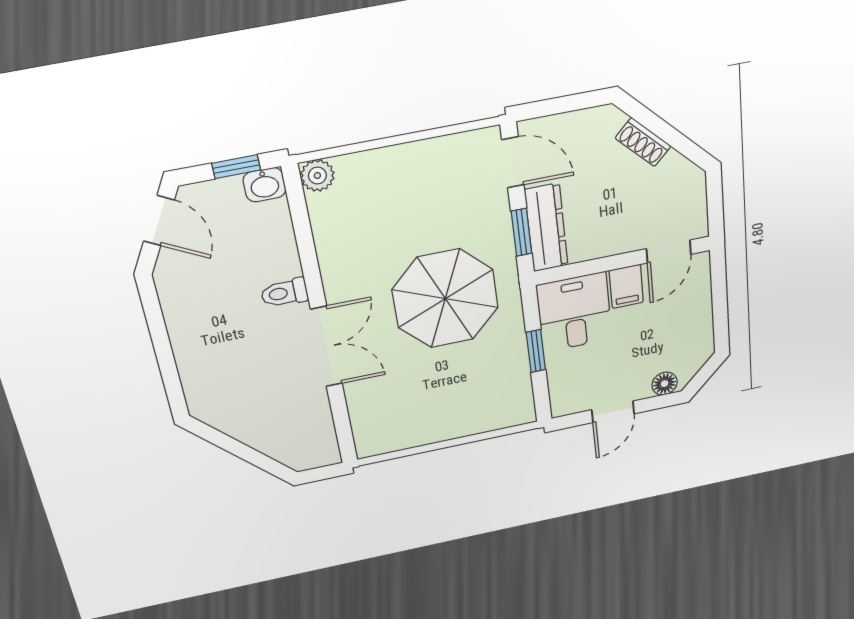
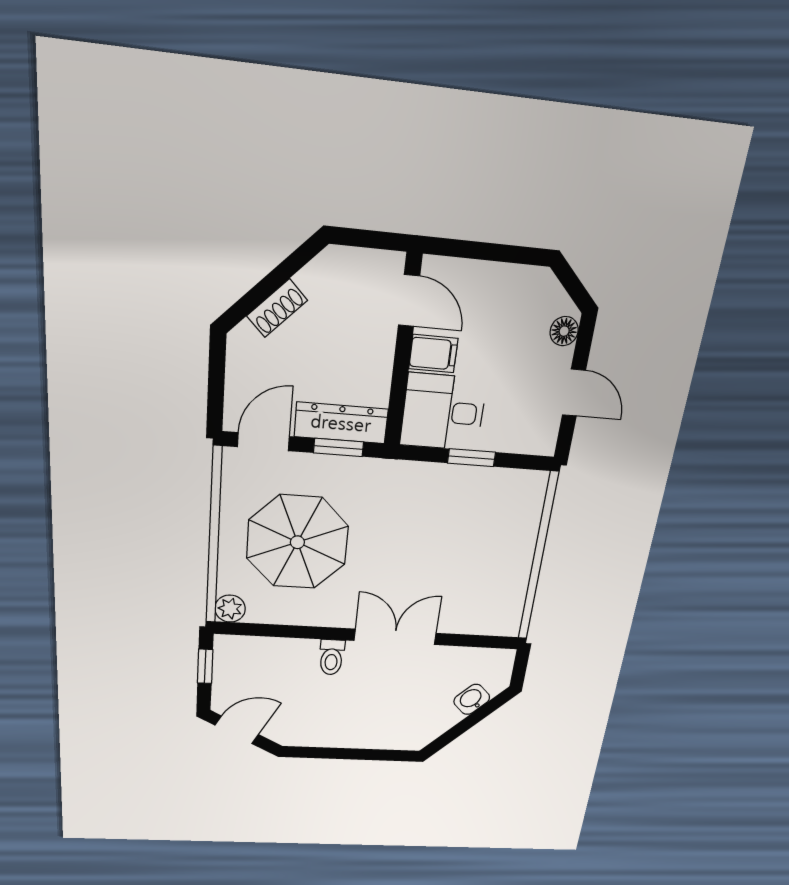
washbasin: (264, 185) -> (472, 699), moved, turned -135
parasol: (445, 299) -> (297, 542), moved

